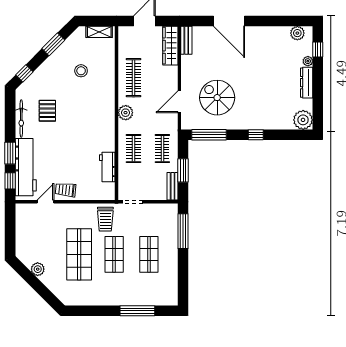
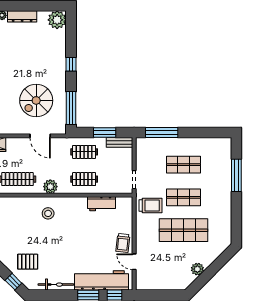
stool: (81, 71) -> (48, 213), moved
pallet: (47, 111) -> (28, 262), moved

